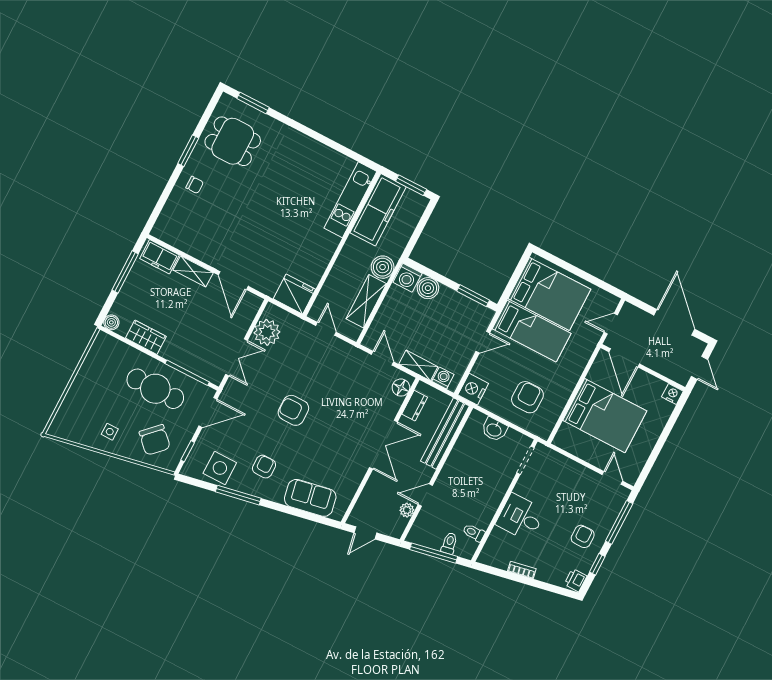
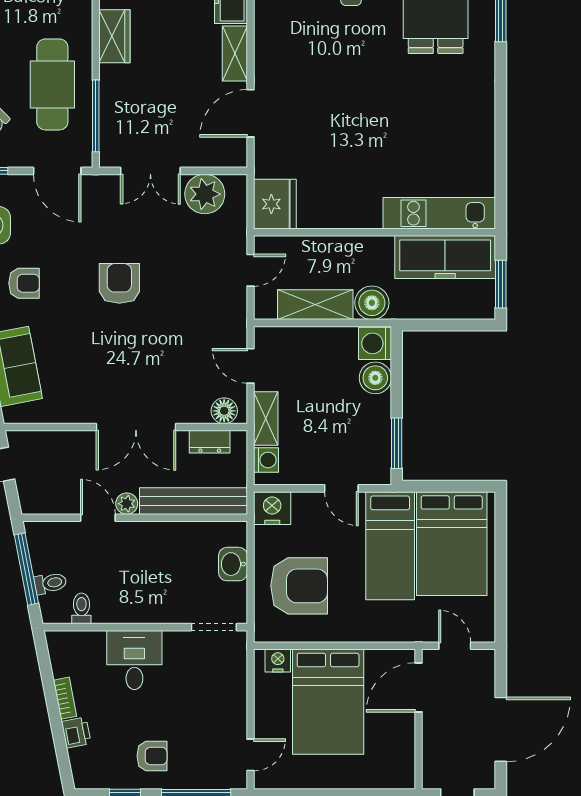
door: (382, 358) -> (250, 366), swing flipped
nightstand: (672, 394) -> (278, 661), moved, turned -90
armchair: (527, 397) -> (299, 586), width x1.36, depth x1.36
plant: (407, 510) -> (127, 504), moved
printer: (576, 580) -> (76, 733), moved, turned 79

